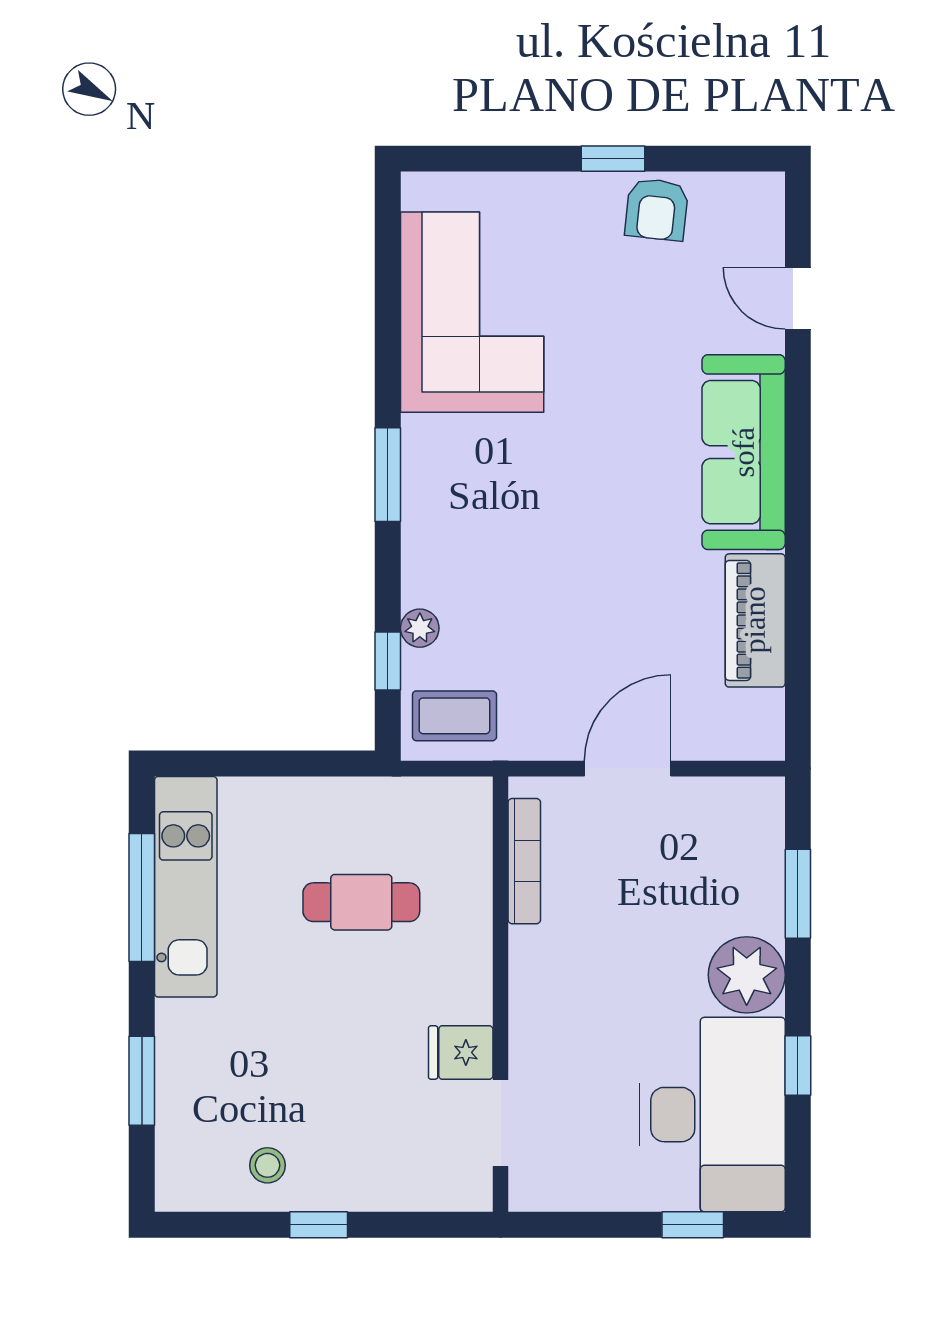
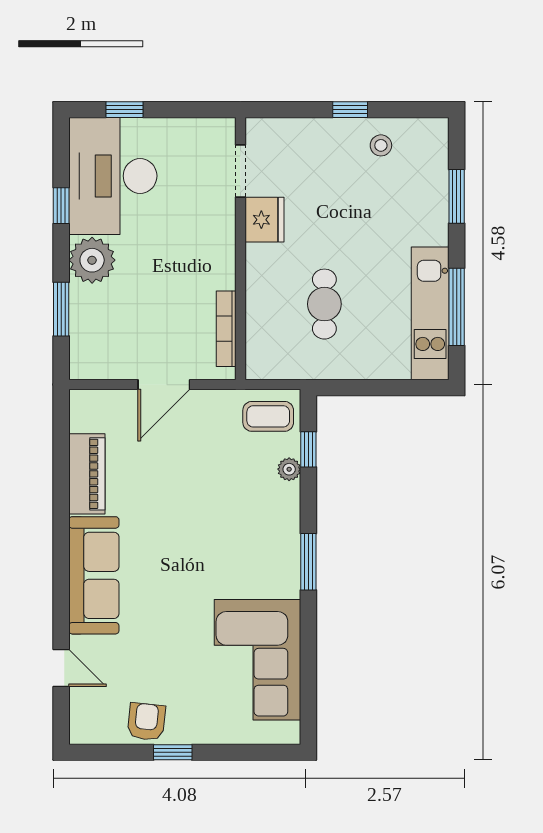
cafe table: (361, 902) -> (324, 304), turned 90
fridge: (461, 1052) -> (264, 220), width x1.38

